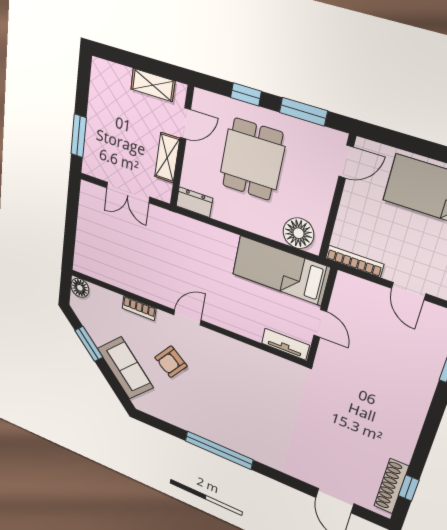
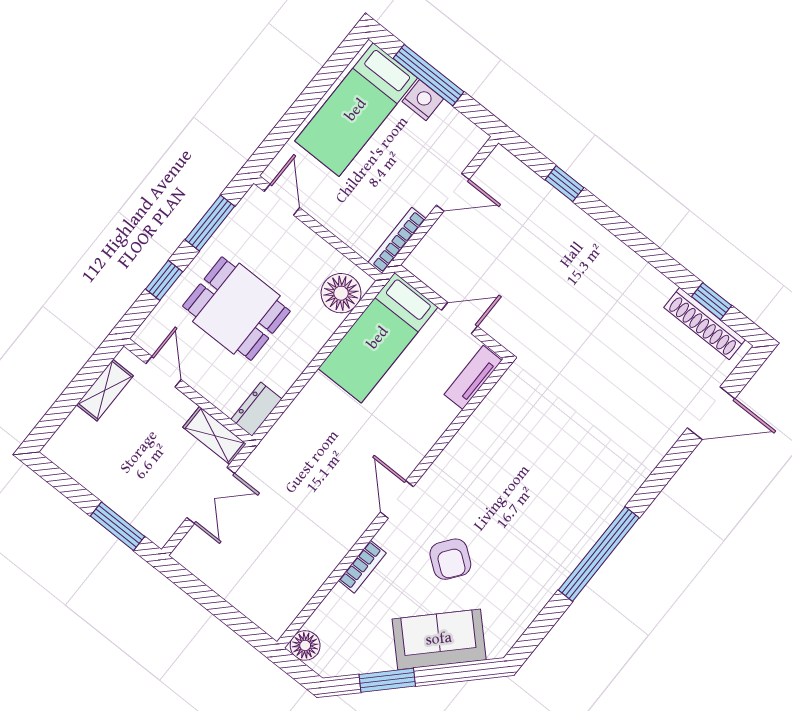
shelving: (167, 158) -> (215, 435), moved

